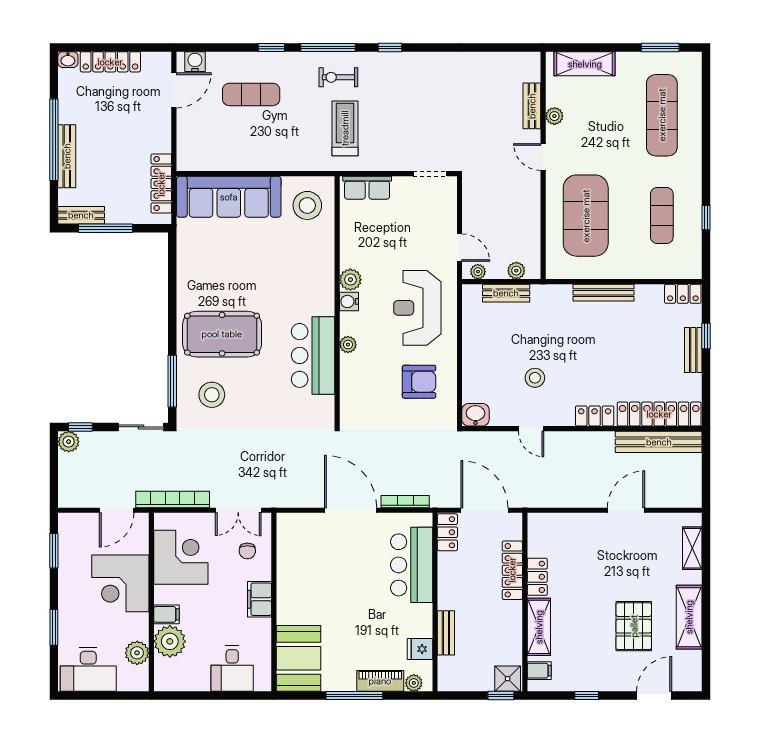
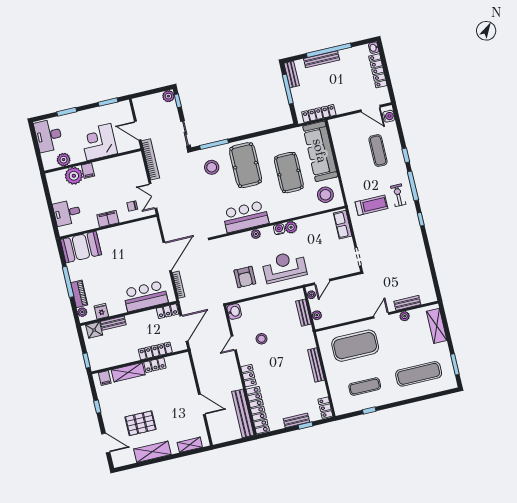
pool table: (253, 261) -> (289, 173), added
corner desk: (181, 557) -> (120, 171), removed
shower: (508, 679) -> (94, 330), moved

